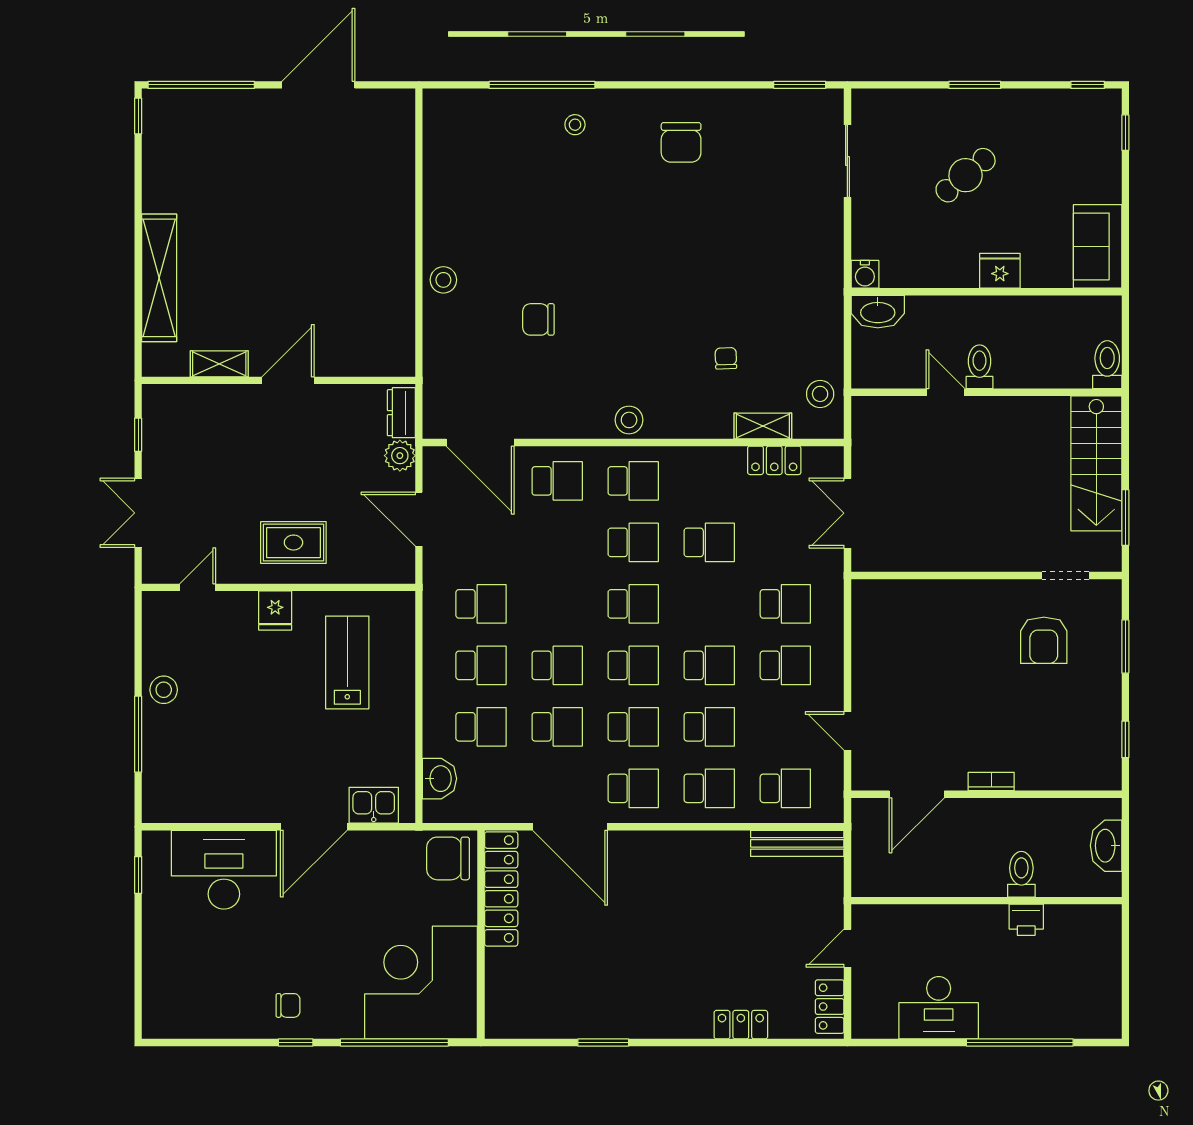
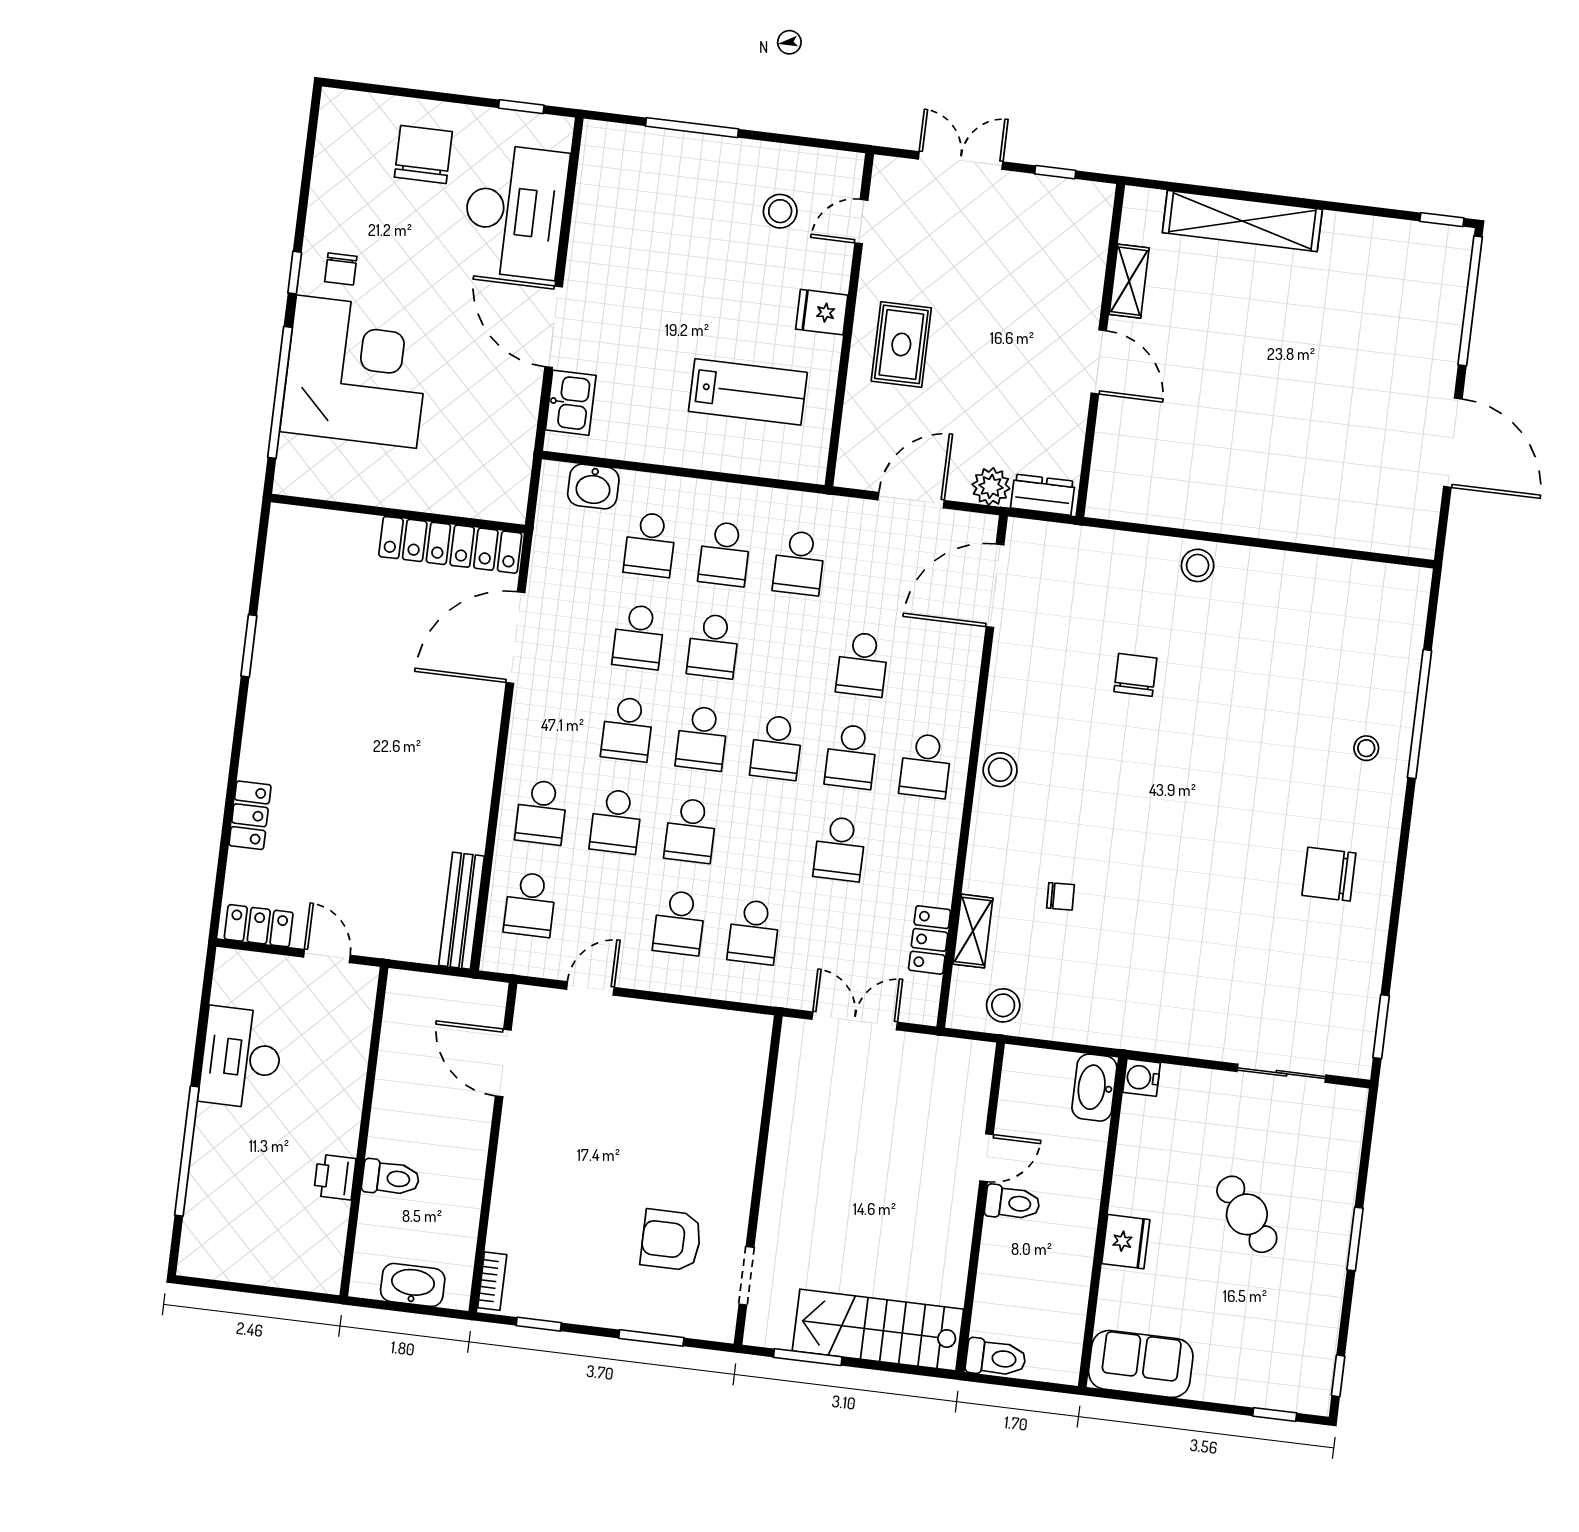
school desk: (557, 481) -> (862, 664), moved
door: (198, 587) -> (861, 222), swing flipped
stool: (164, 690) -> (780, 211), moved
bookcase: (991, 781) -> (492, 1281), moved
school desk: (633, 788) -> (553, 720), removed
chair: (448, 858) -> (423, 154), moved
corner desk: (421, 983) -> (356, 372), moved

